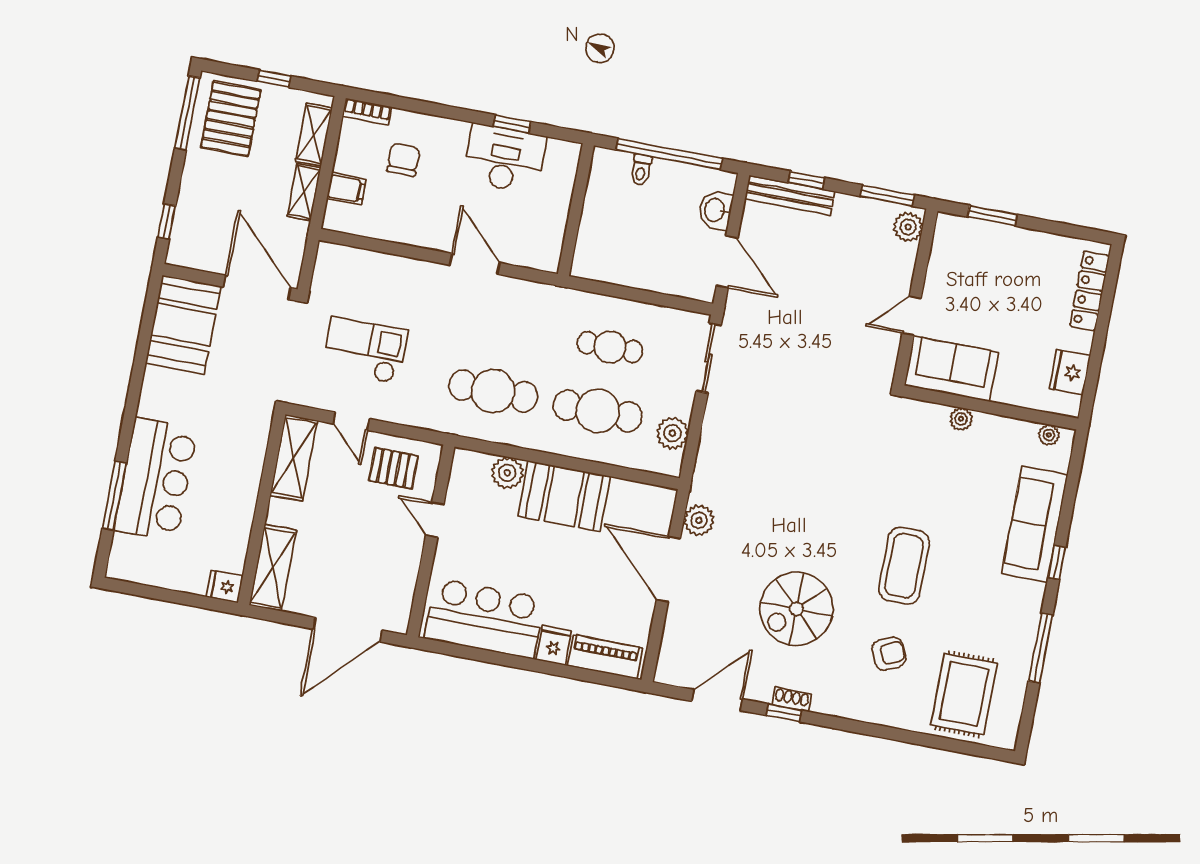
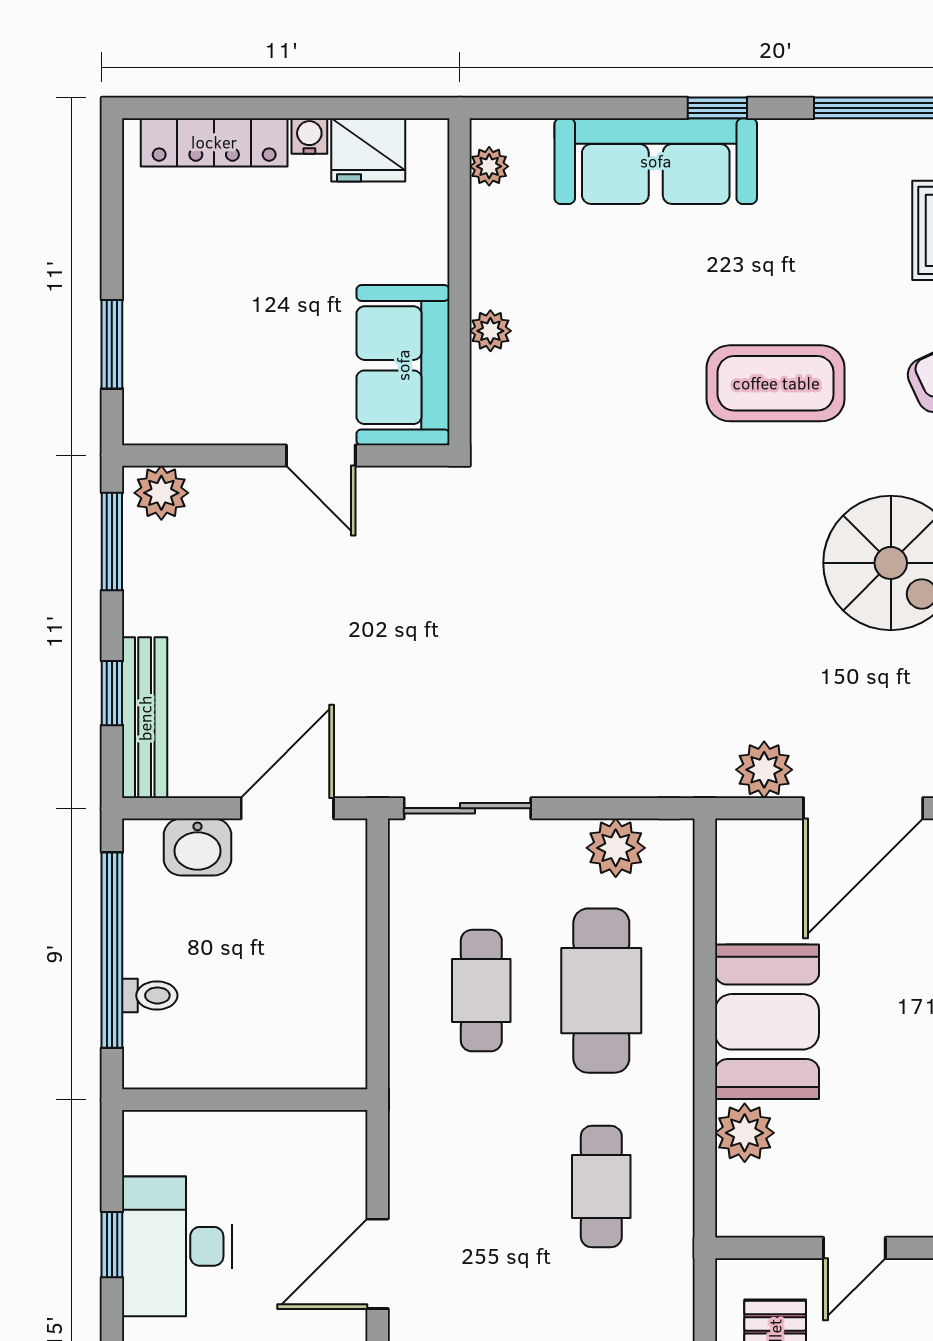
water cooler: (1083, 342) -> (309, 136), added
cafe table: (493, 391) -> (601, 1187), width x0.73, depth x0.74

